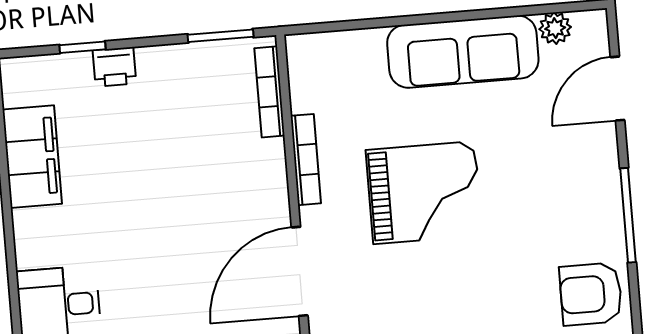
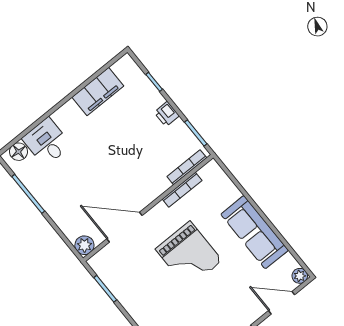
plant: (555, 28) -> (300, 276), moved
printer: (114, 67) -> (167, 114), moved
bookcase: (306, 160) -> (182, 190), moved

